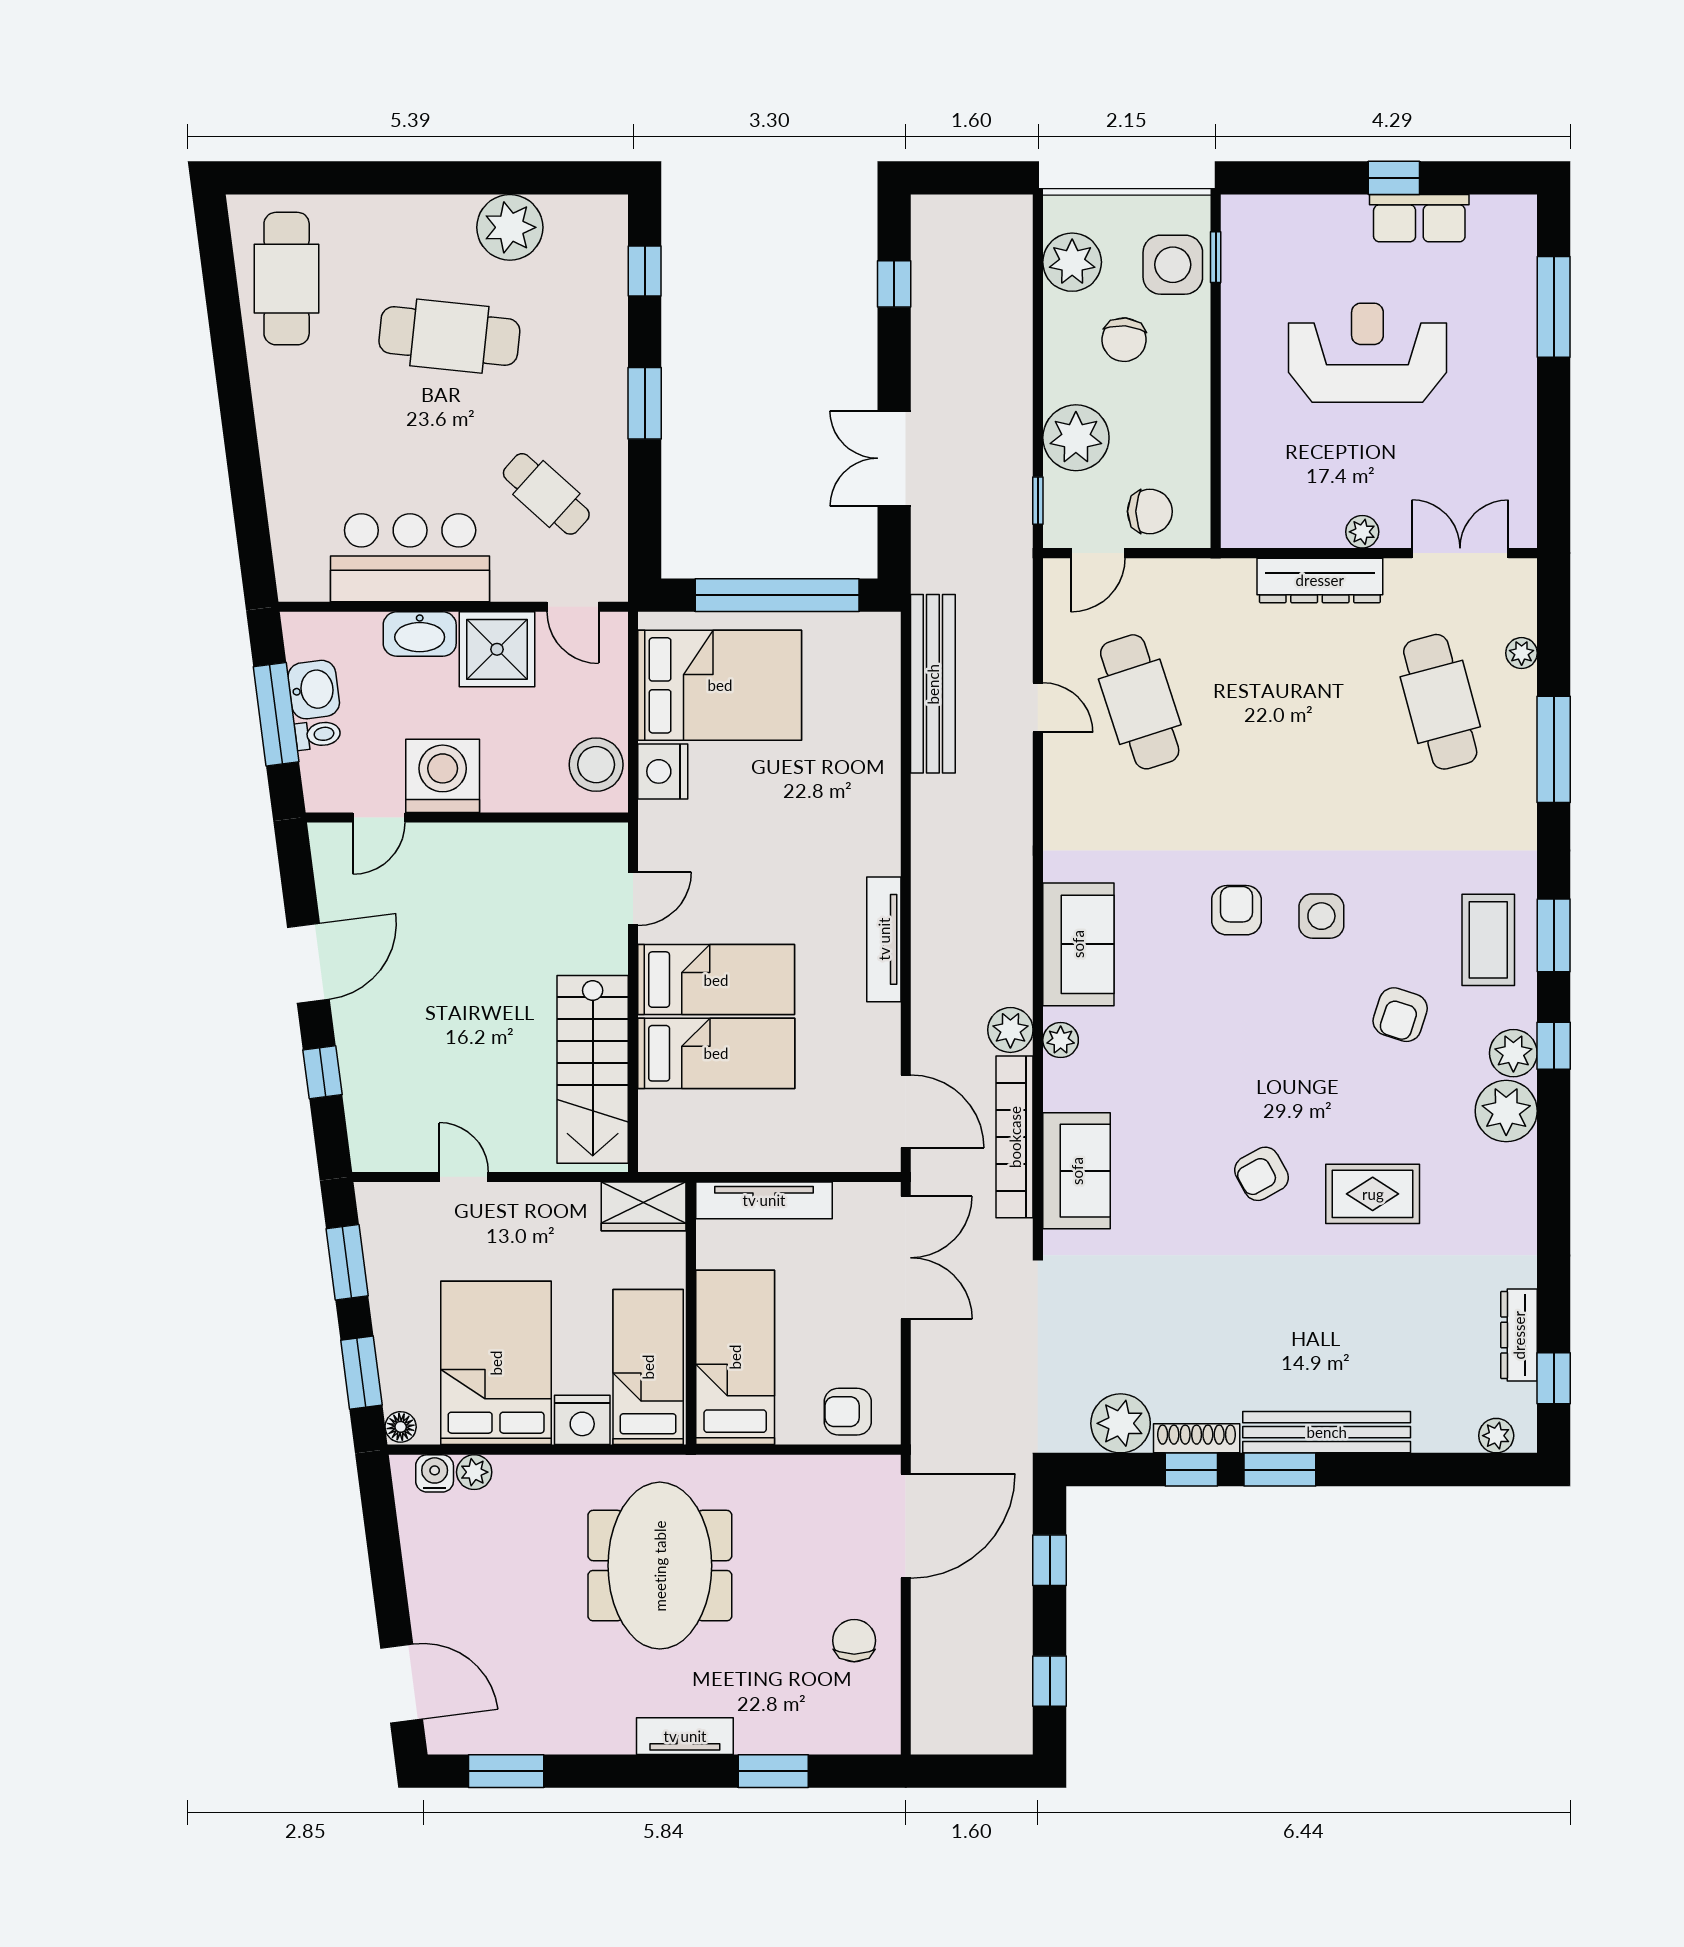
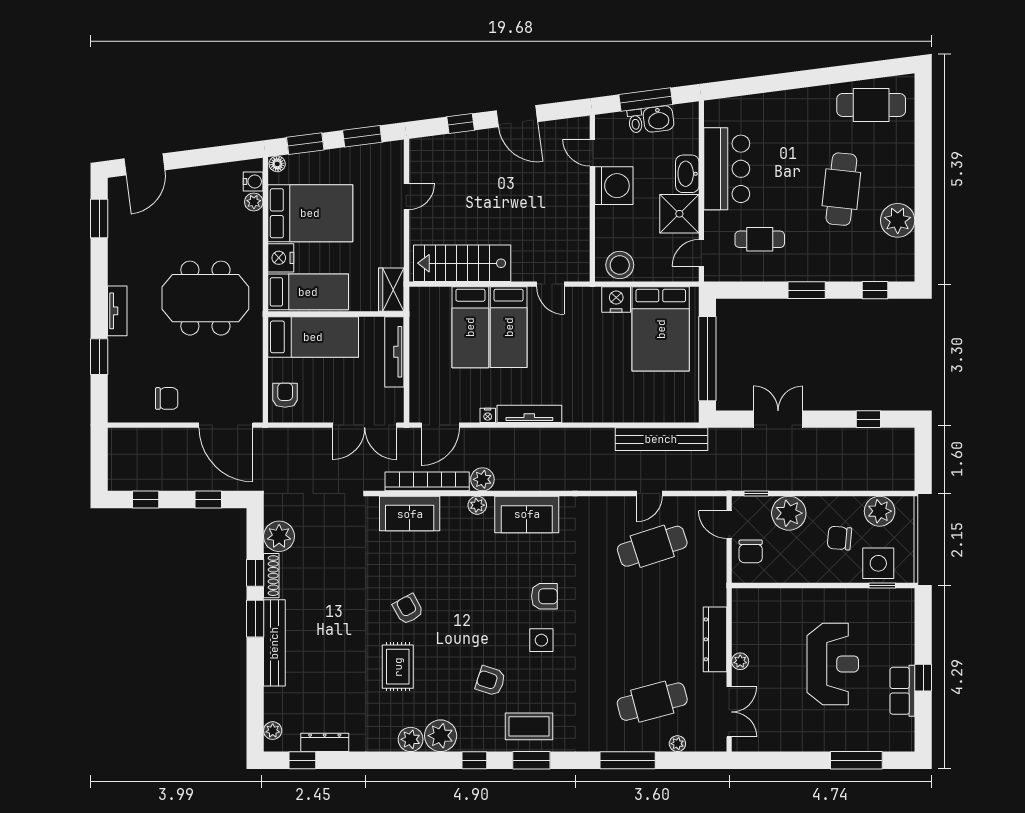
cafe table: (546, 494) -> (760, 239), turned 48
nightstand: (887, 1020) -> (488, 415), added
plant: (1513, 1053) -> (411, 739), moved

